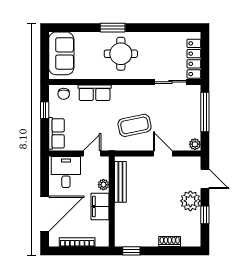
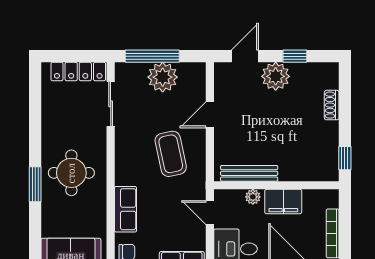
plant: (195, 144) -> (163, 77), moved, width x1.88, depth x1.88

